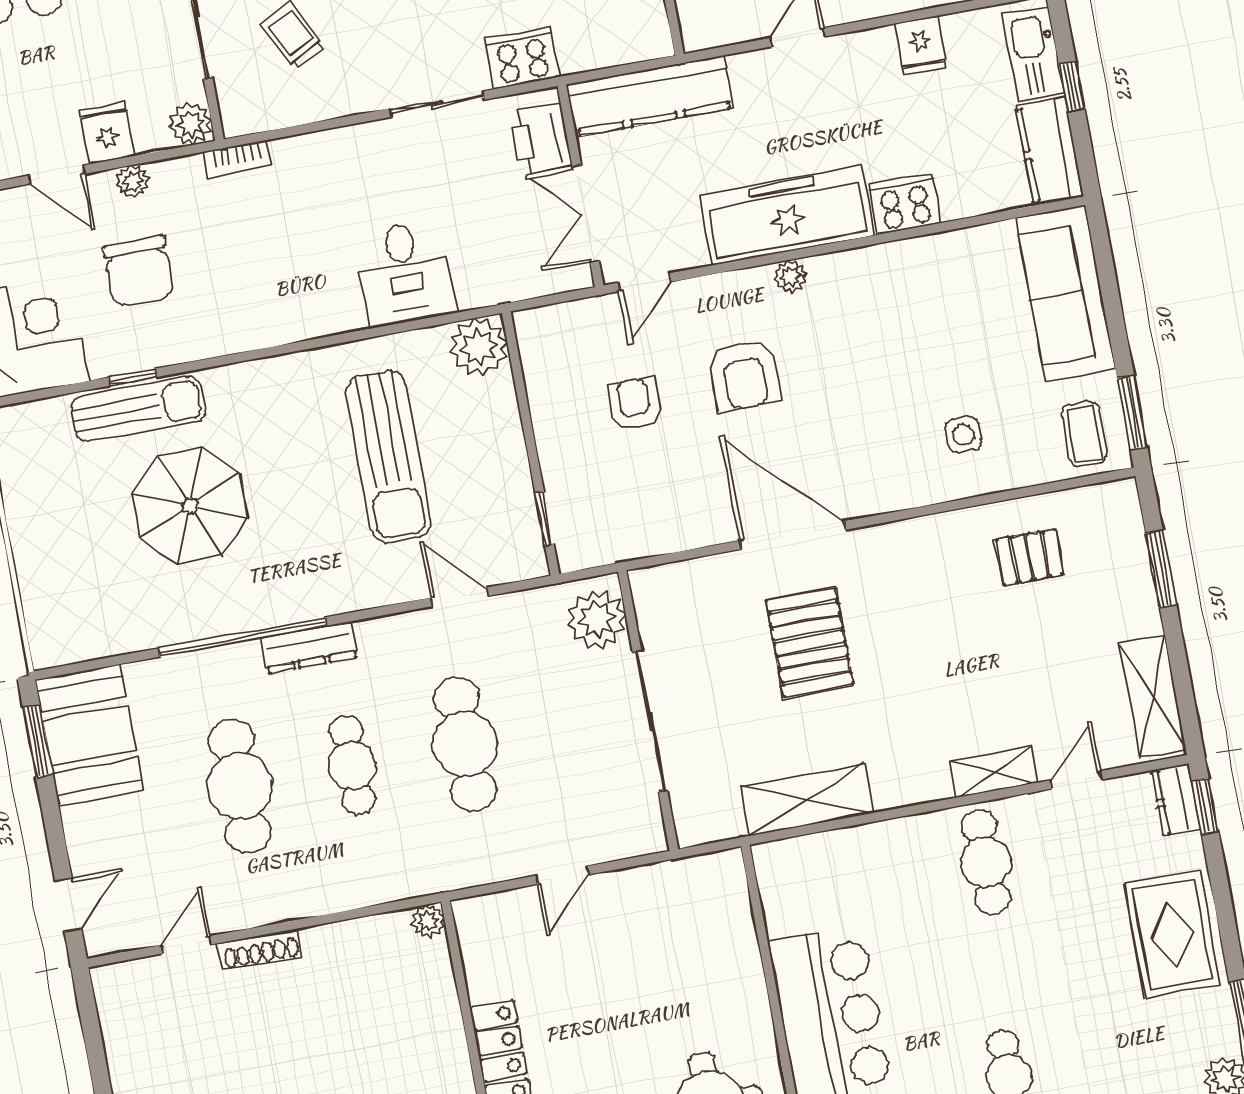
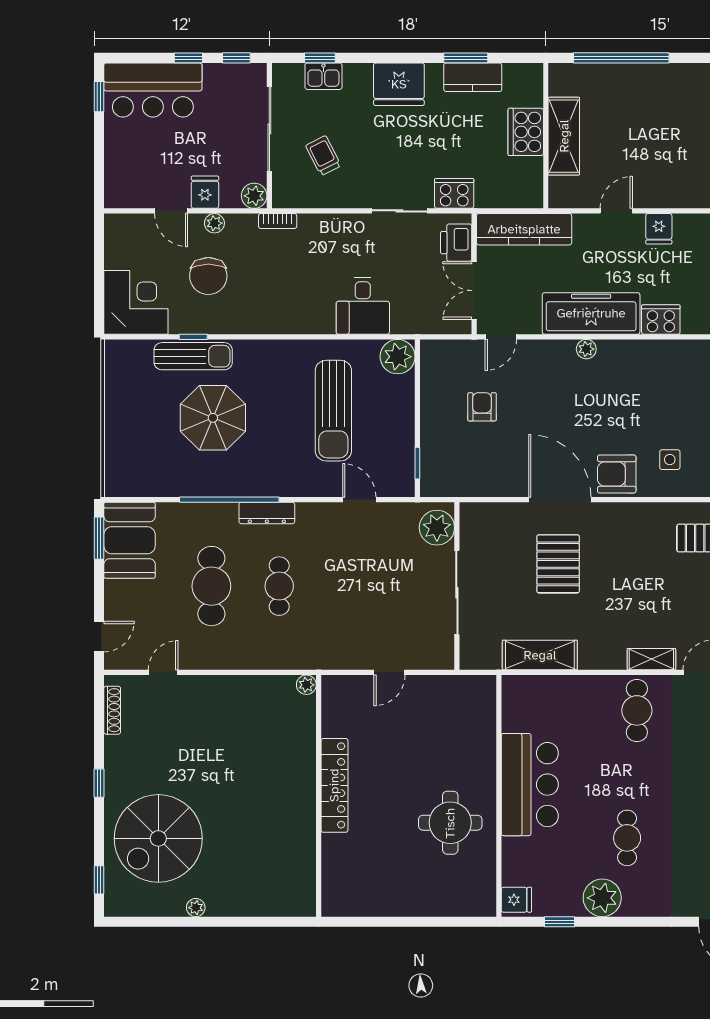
fridge: (921, 45) -> (659, 229), moved
armchair: (744, 375) -> (617, 474), moved, turned 90
cafe table: (465, 744) -> (347, 586), removed
shoe rack: (261, 949) -> (112, 710), moved, turned -90

